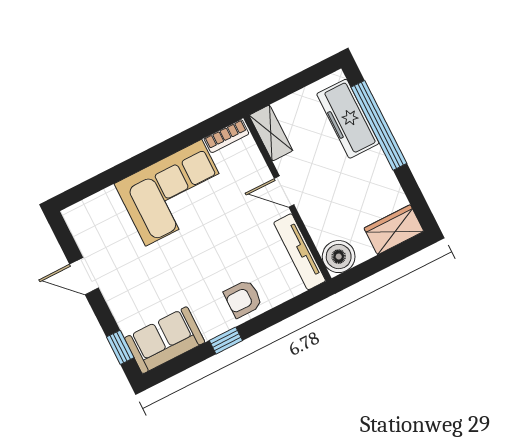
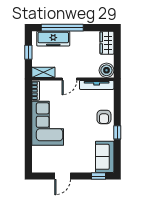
window: (295, 83) -> (28, 52), added

